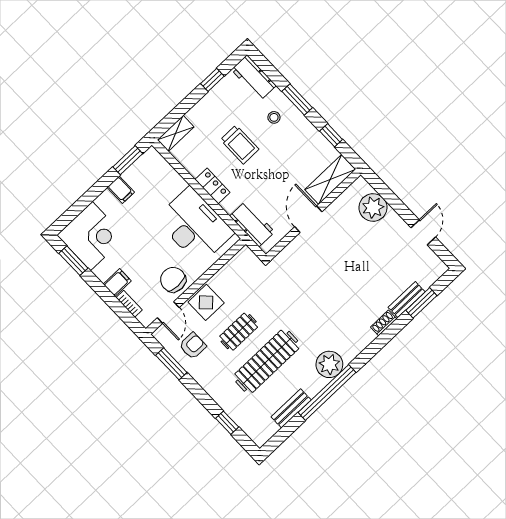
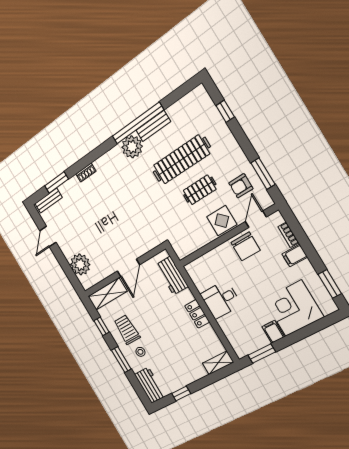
trolley: (240, 144) -> (127, 330), moved
desk: (195, 226) -> (221, 300), width x0.53, depth x0.77
corner desk: (91, 236) -> (294, 308), moved
bench: (407, 300) -> (49, 201), moved
bench: (291, 408) -> (153, 126), moved

